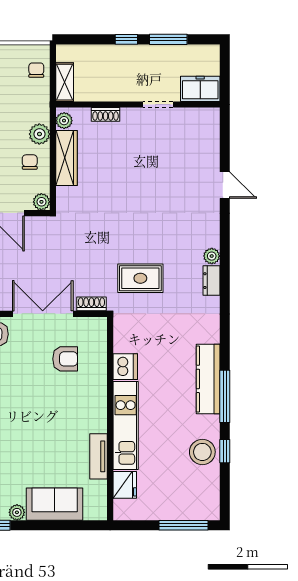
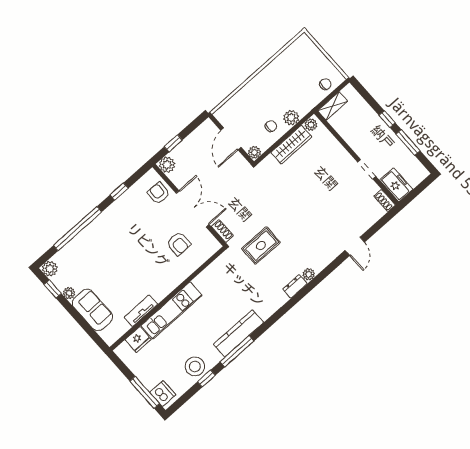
shoe rack: (105, 114) -> (385, 201), moved
rug: (140, 278) -> (261, 246), turned 90
dishwasher: (125, 367) -> (163, 394), moved, turned -90

